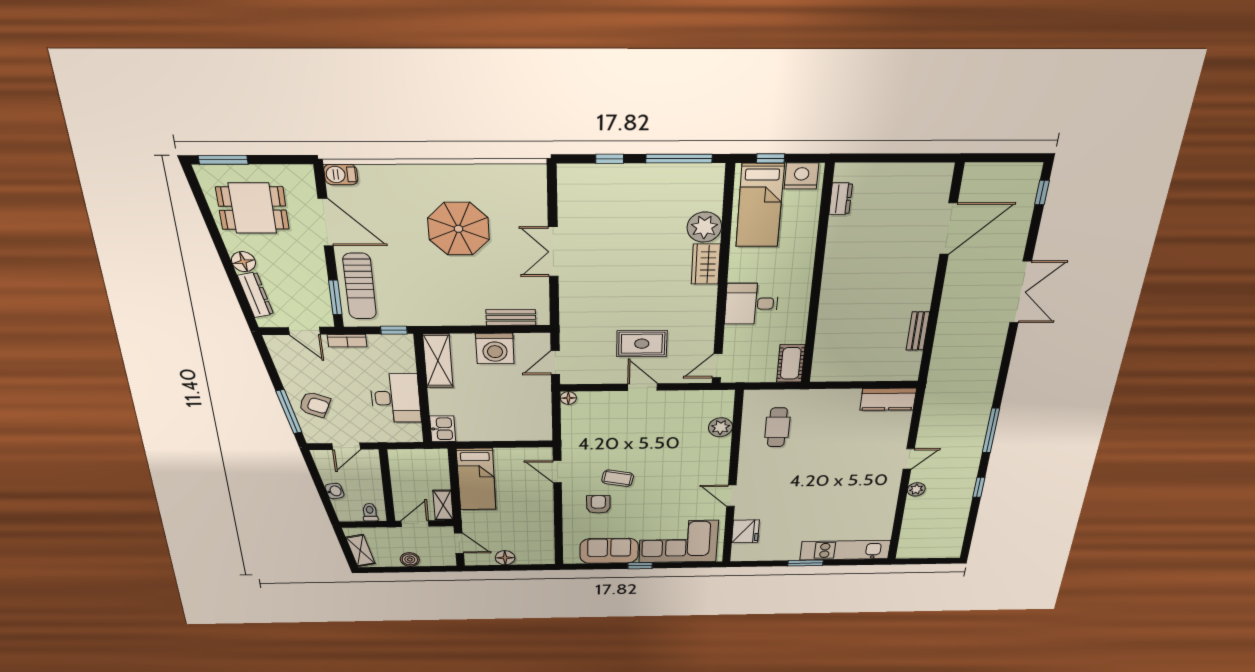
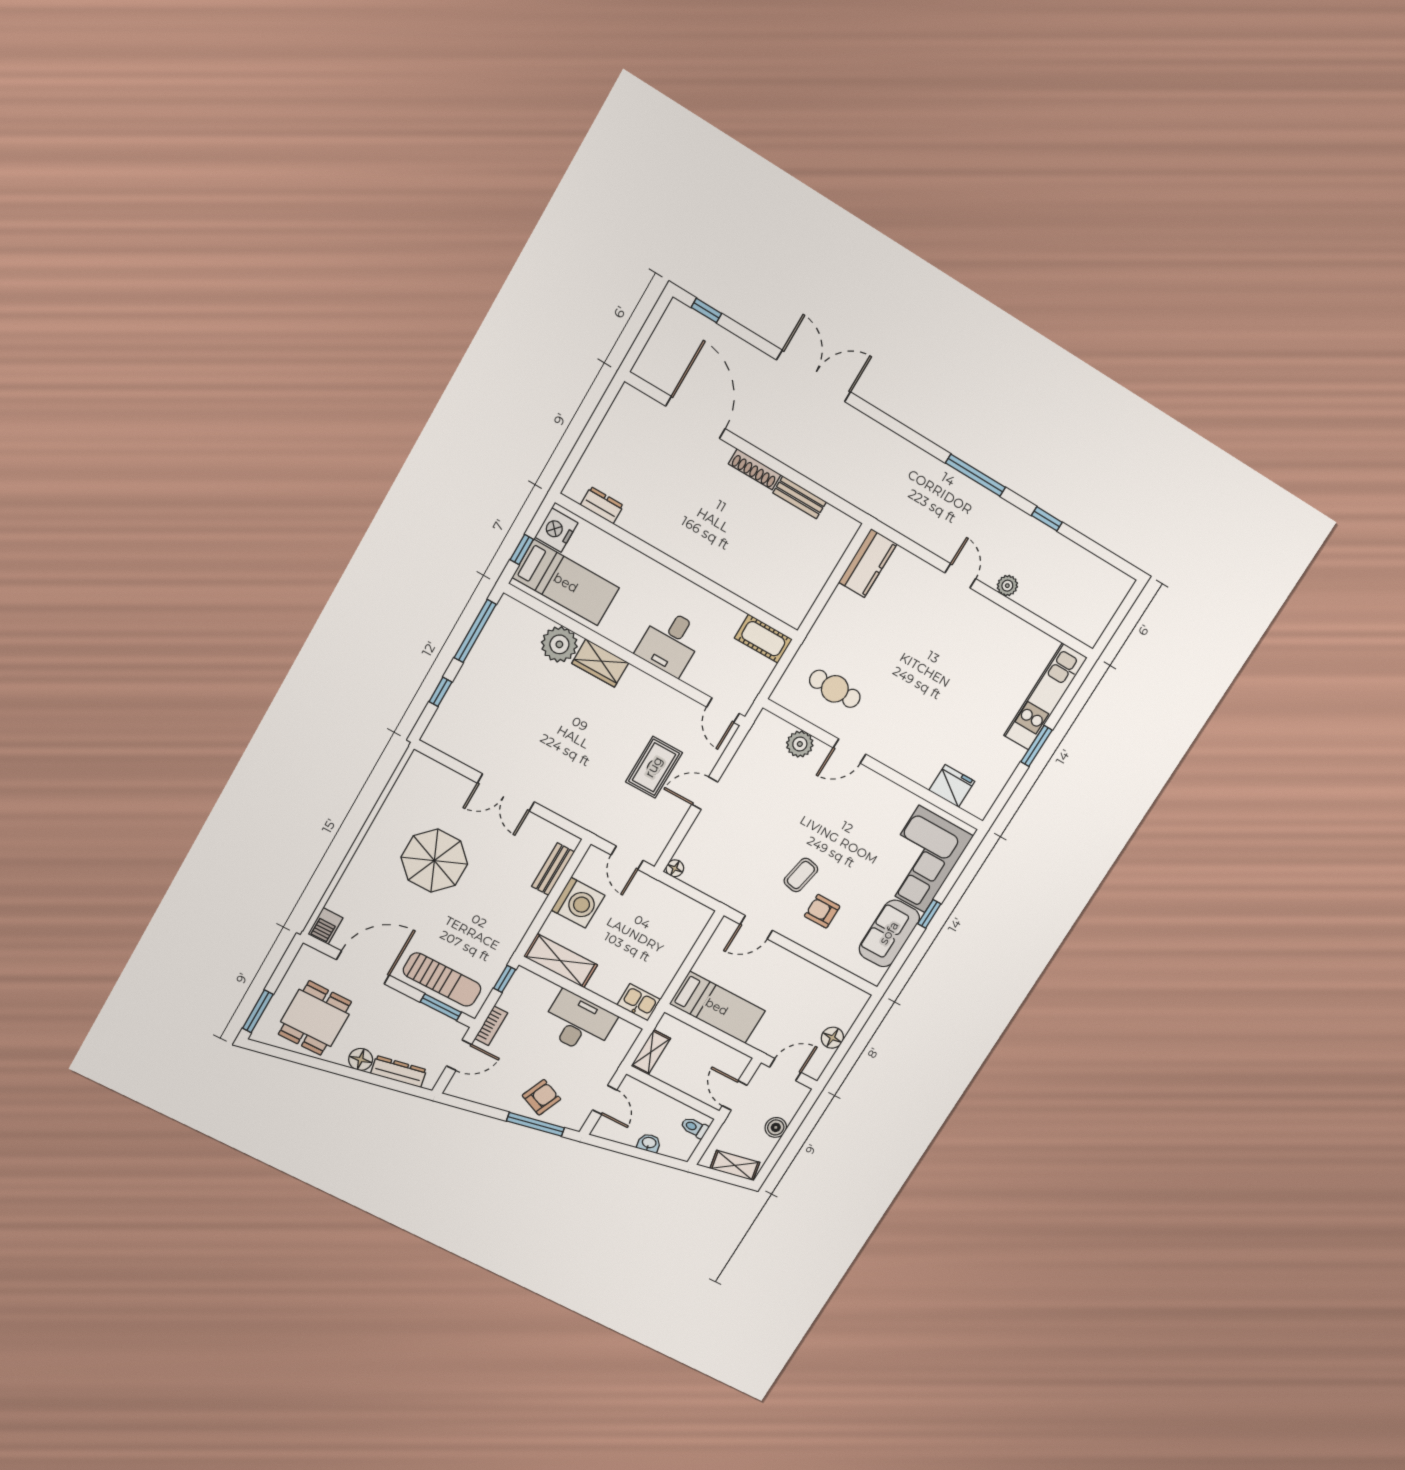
shoe rack: (926, 290) -> (755, 469), added
door: (731, 496) -> (850, 751), moved
shelving: (443, 505) -> (651, 1052), moved, turned 90

